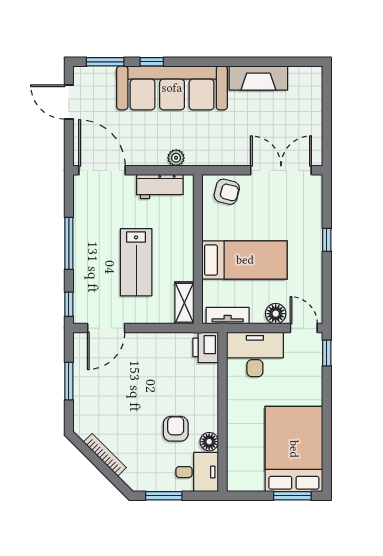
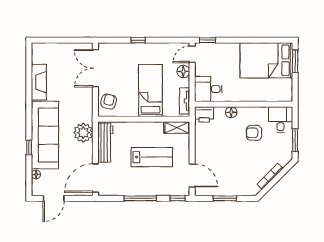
window: (105, 62) -> (29, 176), removed
floor lamp: (108, 73) -> (36, 174), added
plant: (176, 158) -> (83, 133), width x1.87, depth x1.87
workbench: (160, 186) -> (105, 142), width x1.37
desk: (255, 354) -> (208, 89), width x0.73
floor lamp: (209, 442) -> (231, 112), moved

